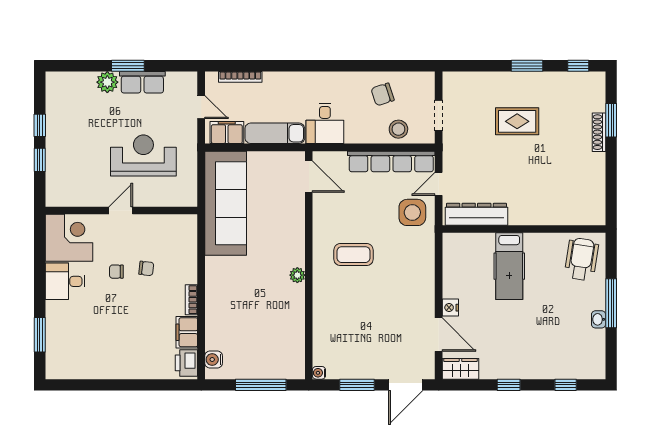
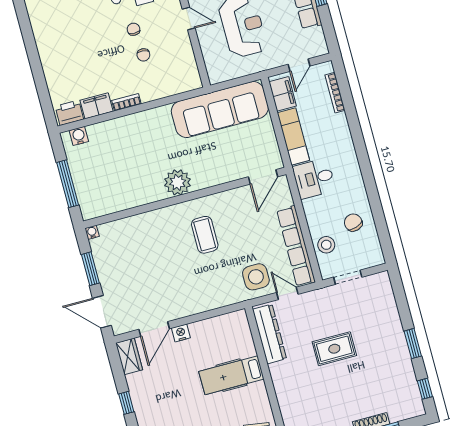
rug: (517, 121) -> (334, 349), moved, turned 90
plant: (297, 275) -> (178, 182), width x1.87, depth x1.87

